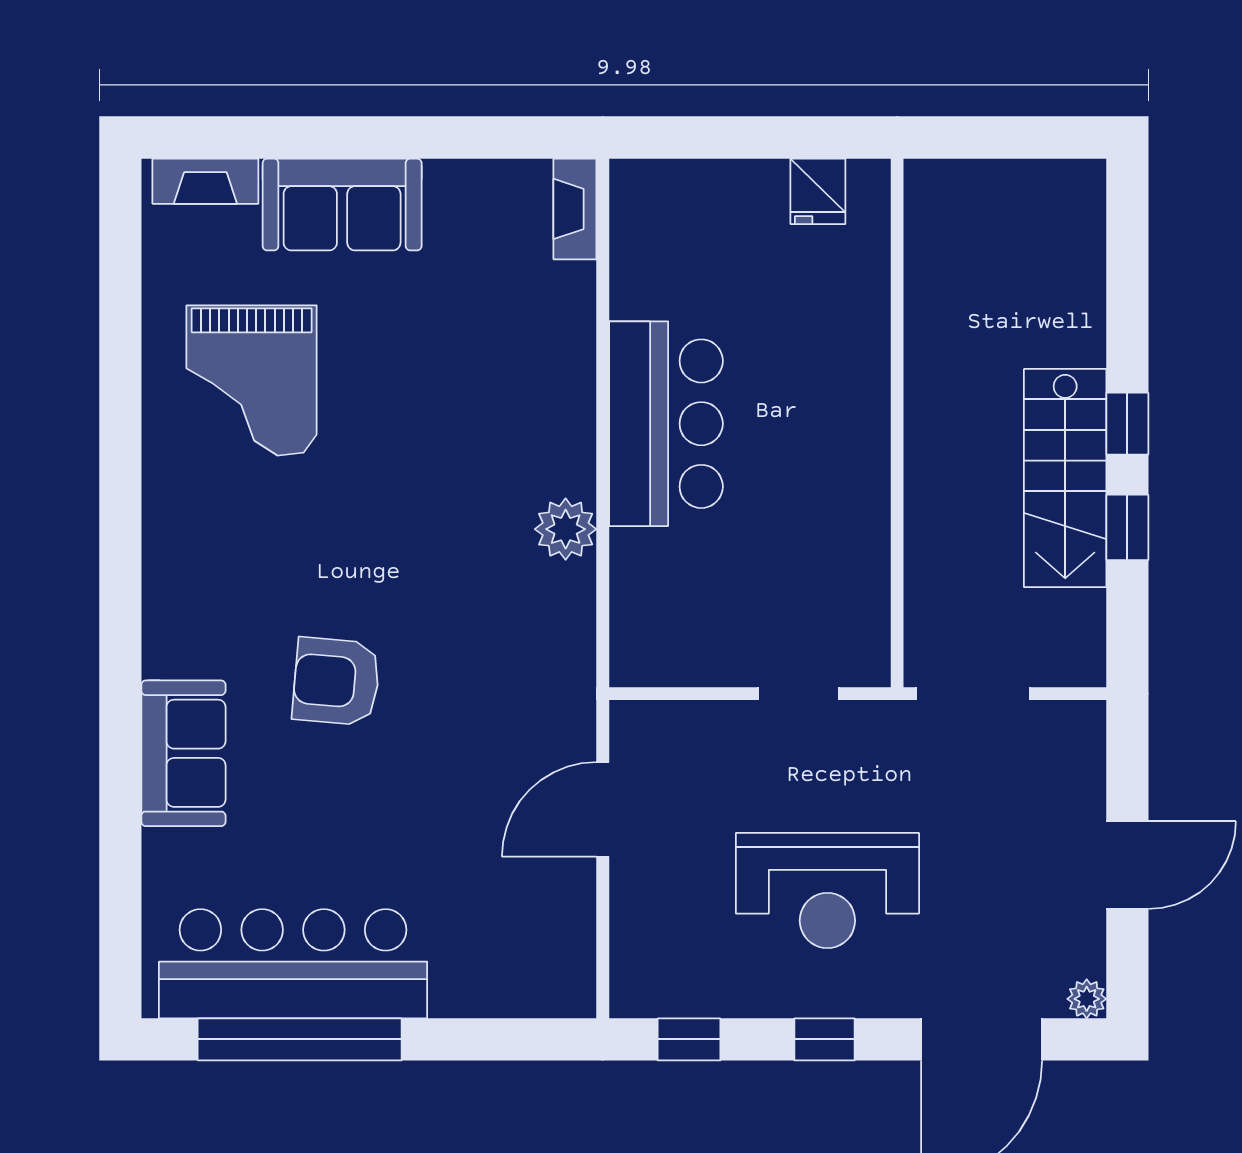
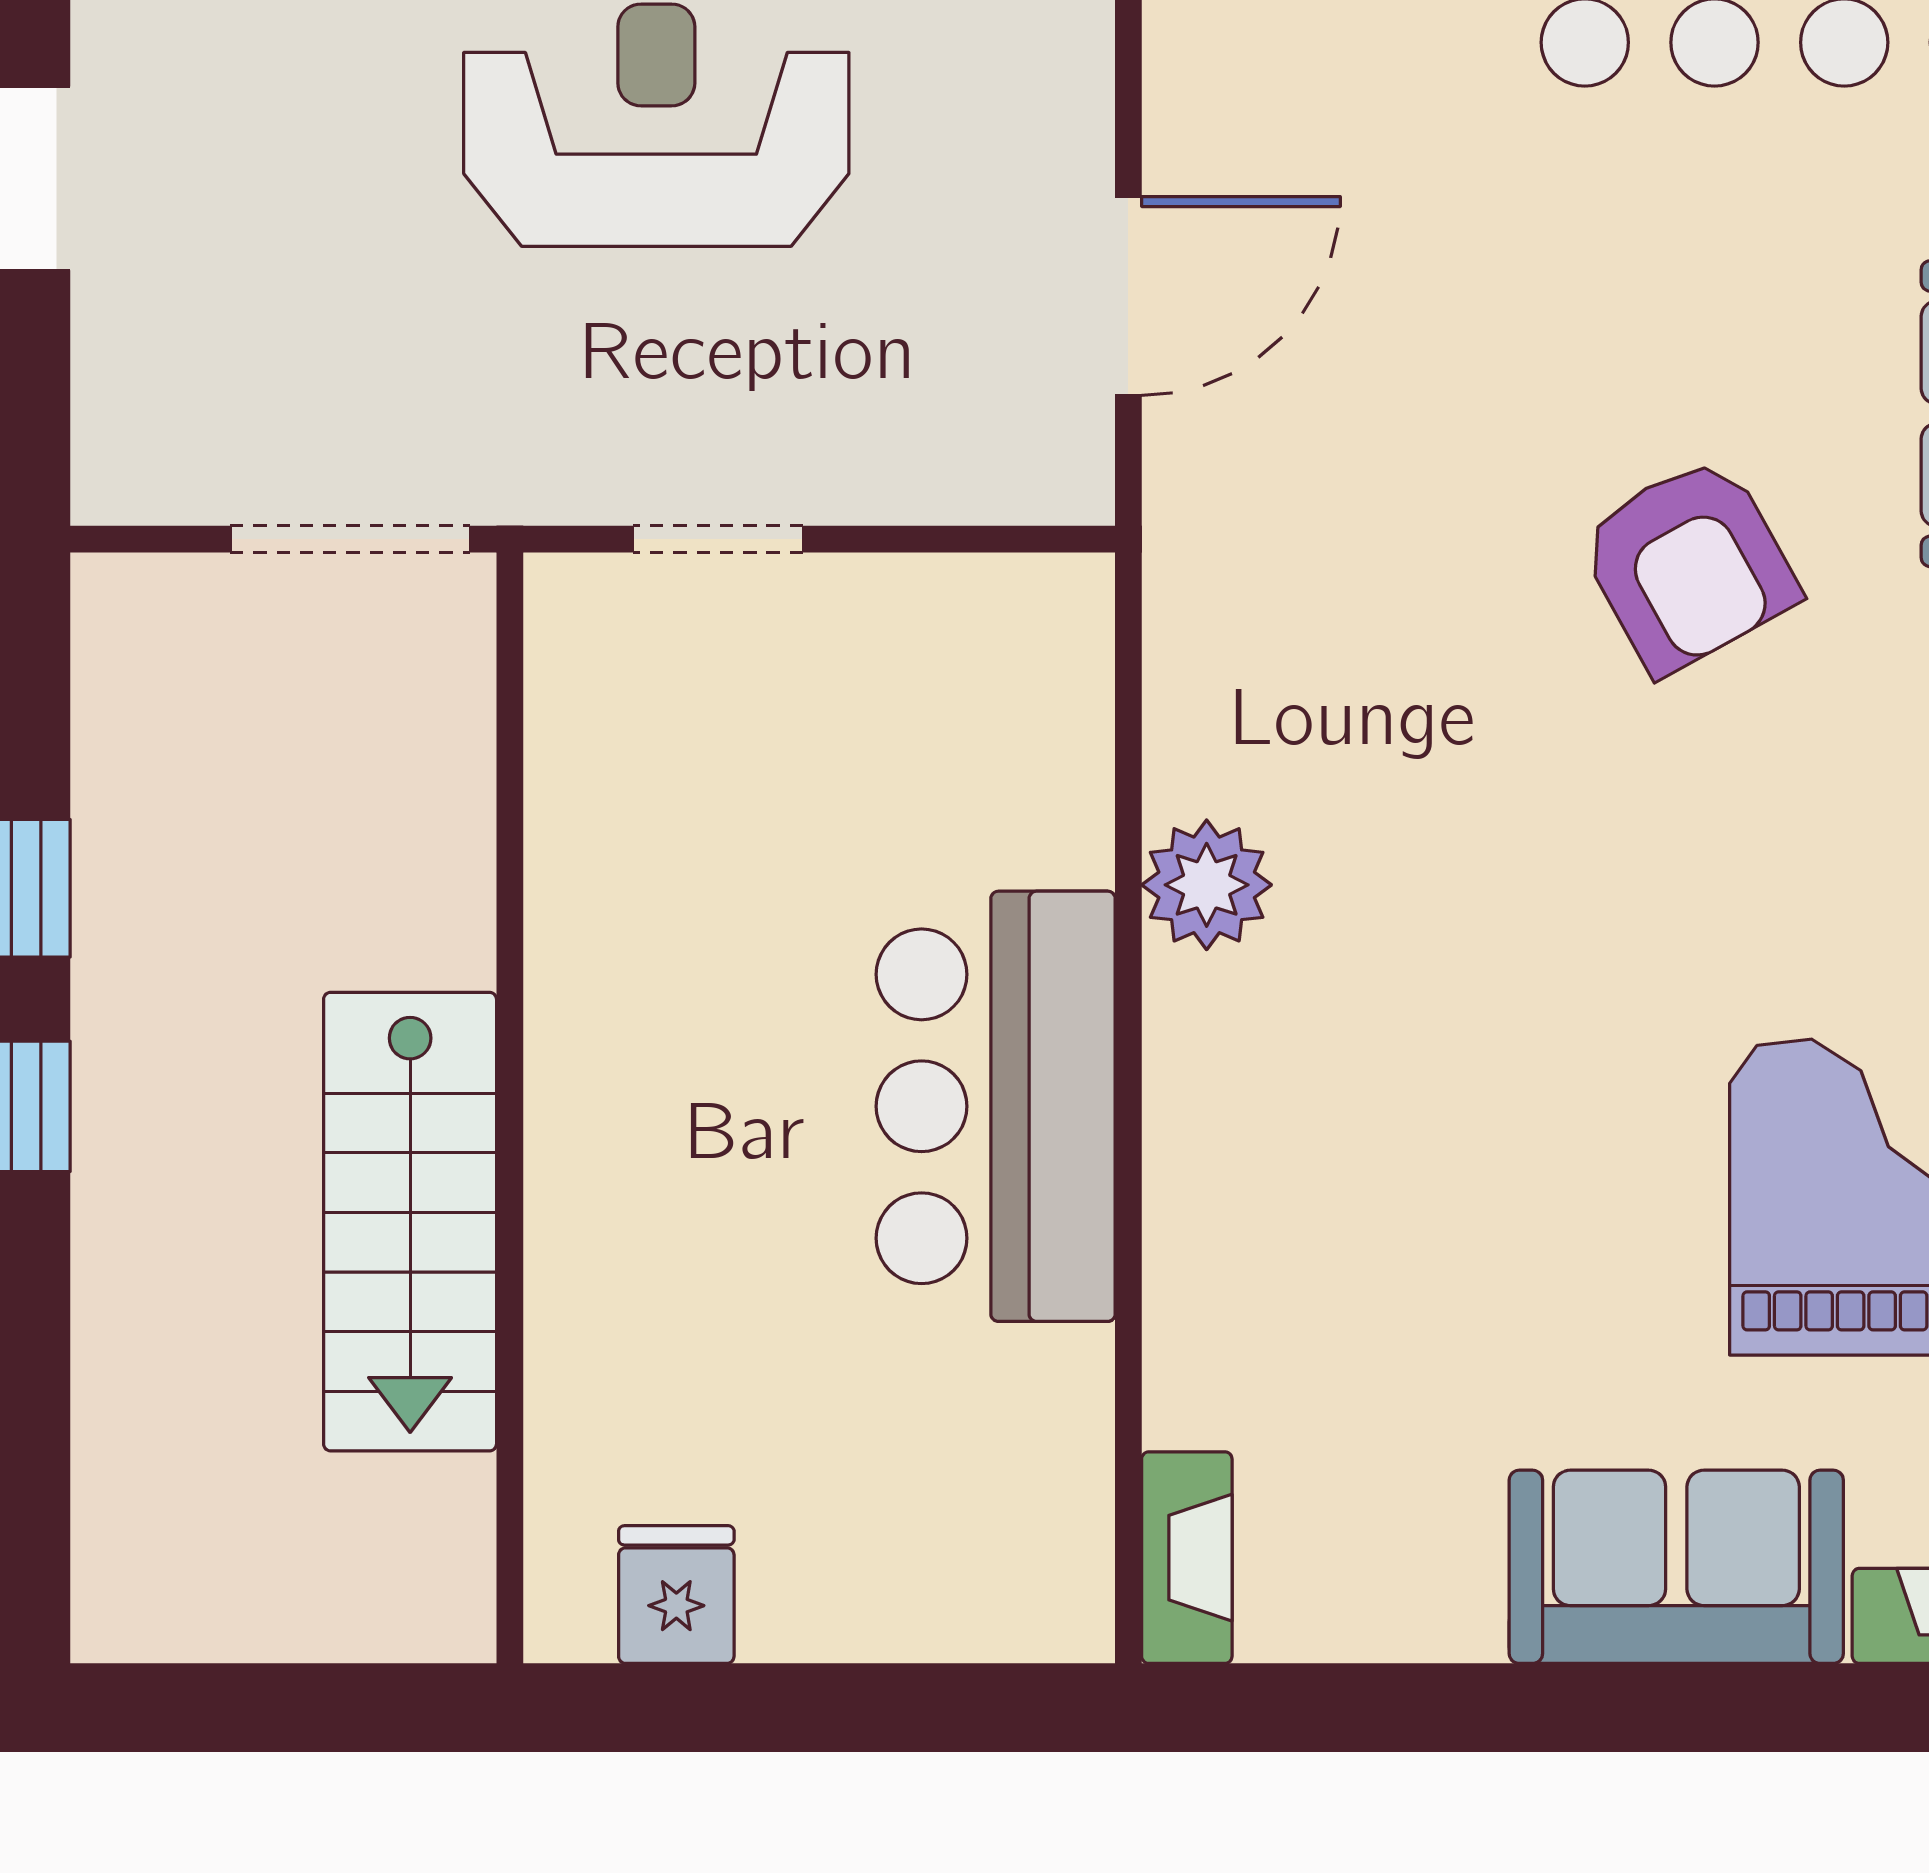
stairs: (1065, 478) -> (410, 1222), moved, turned 180
armchair: (336, 681) -> (1688, 565), turned 56

